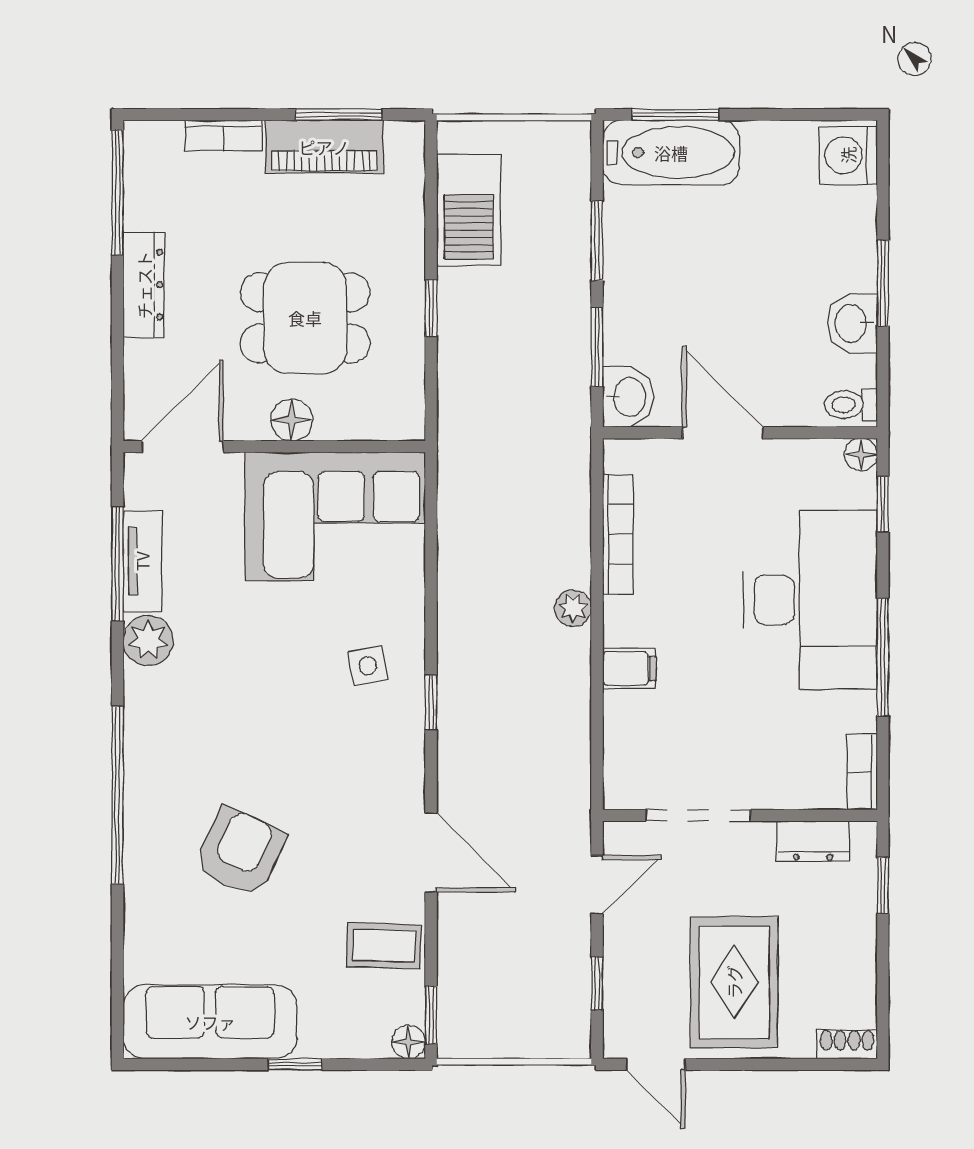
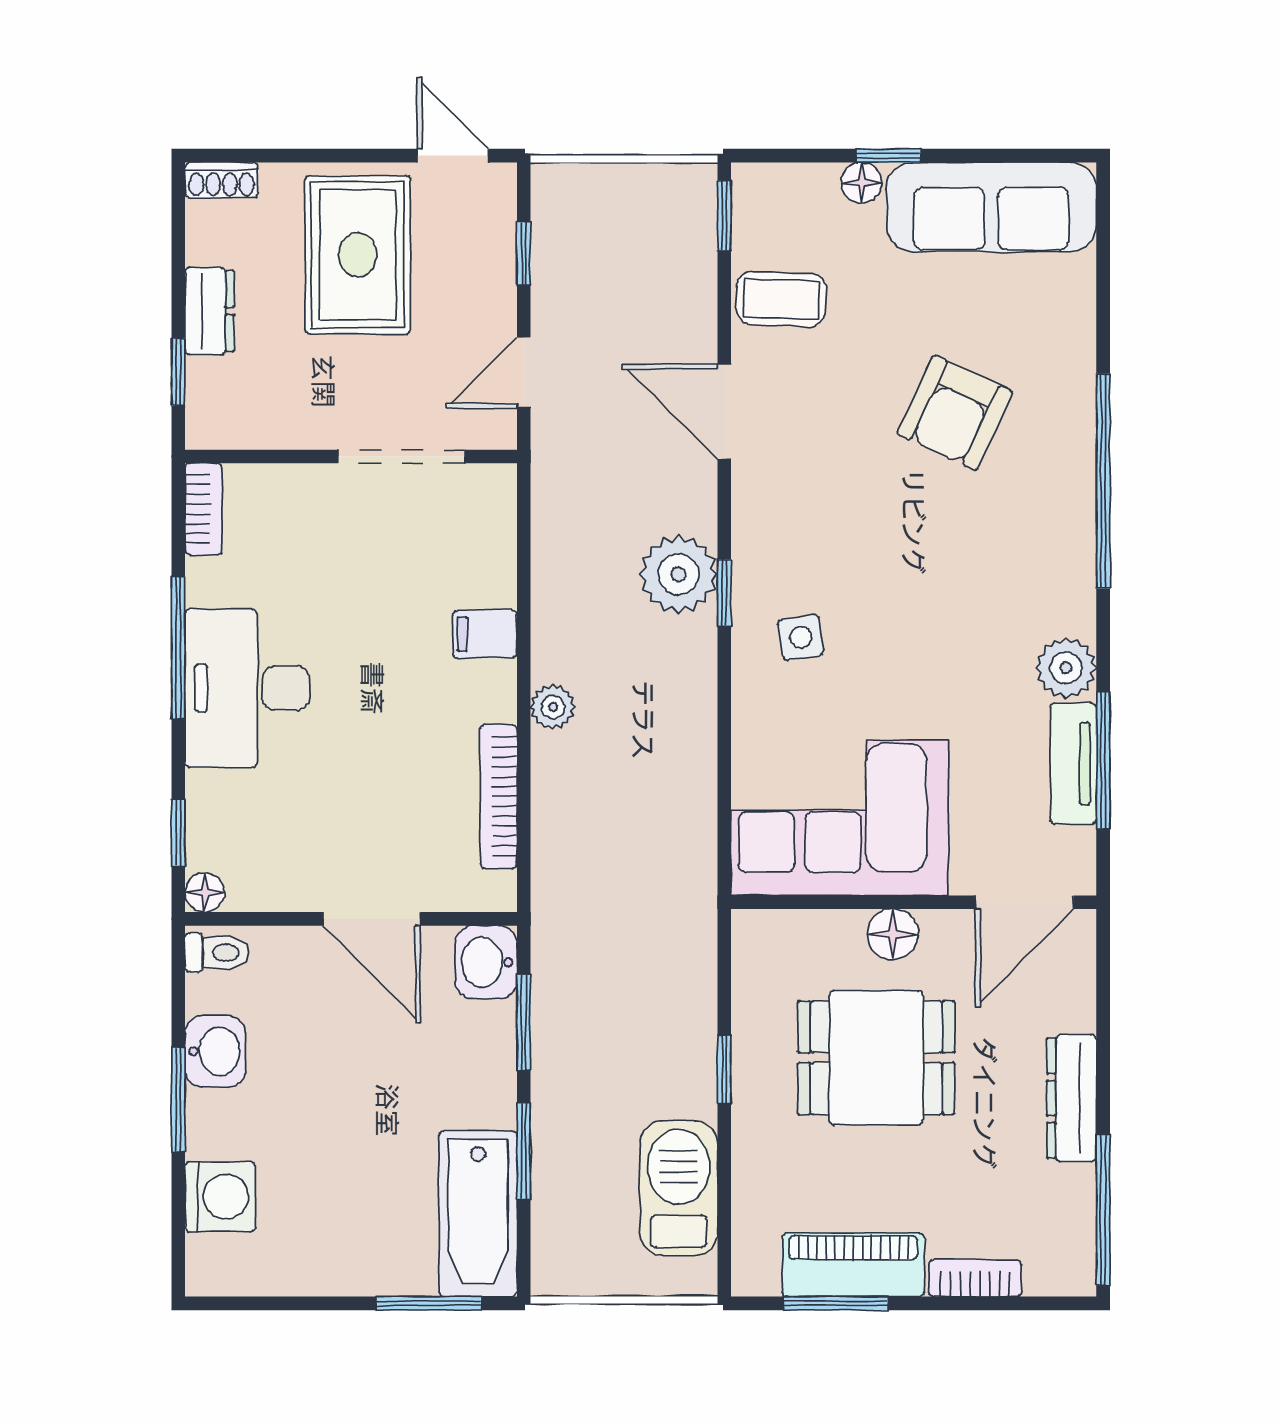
bathtub: (671, 153) -> (478, 1214), moved, turned -90
washing machine: (848, 155) -> (220, 1197), moved
desk: (810, 600) -> (247, 688), width x0.73, depth x0.77
plant: (469, 718) -> (679, 574), added
dresser: (813, 841) -> (210, 311), moved, turned 90
floor lamp: (409, 1042) -> (861, 183), moved

